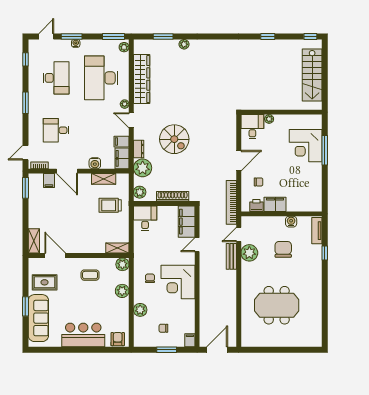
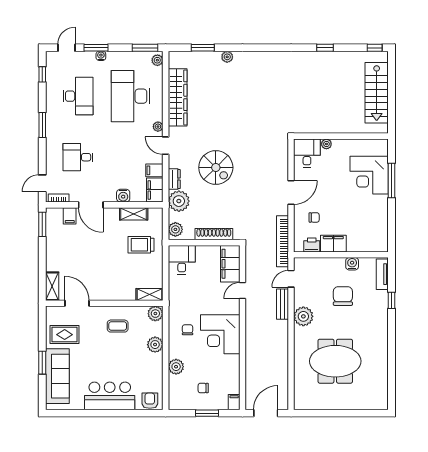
plant: (249, 253) -> (303, 316), moved

